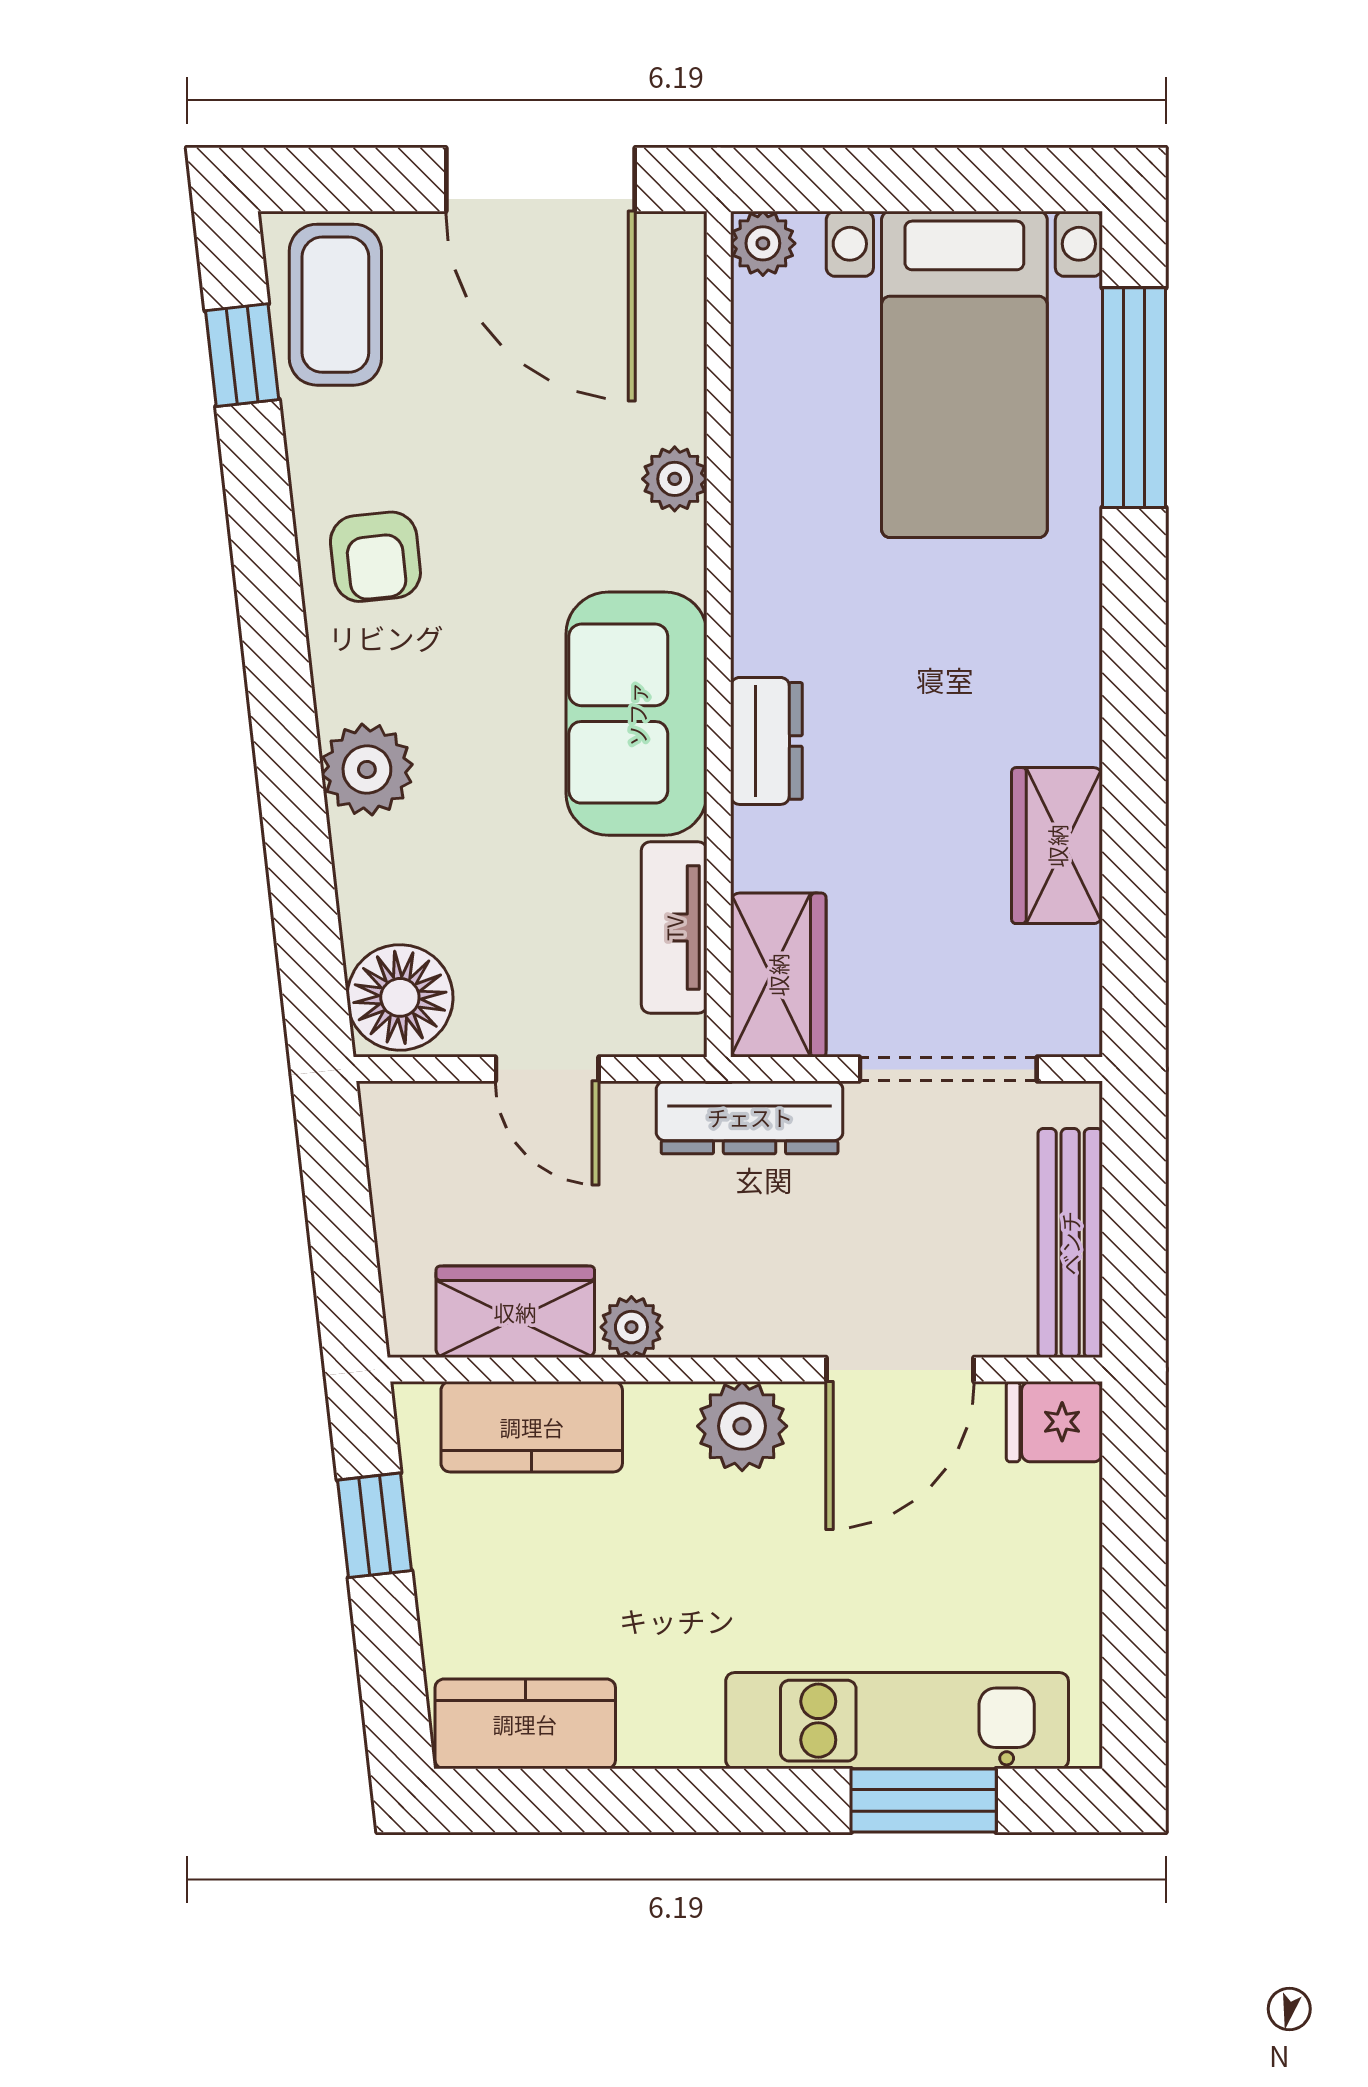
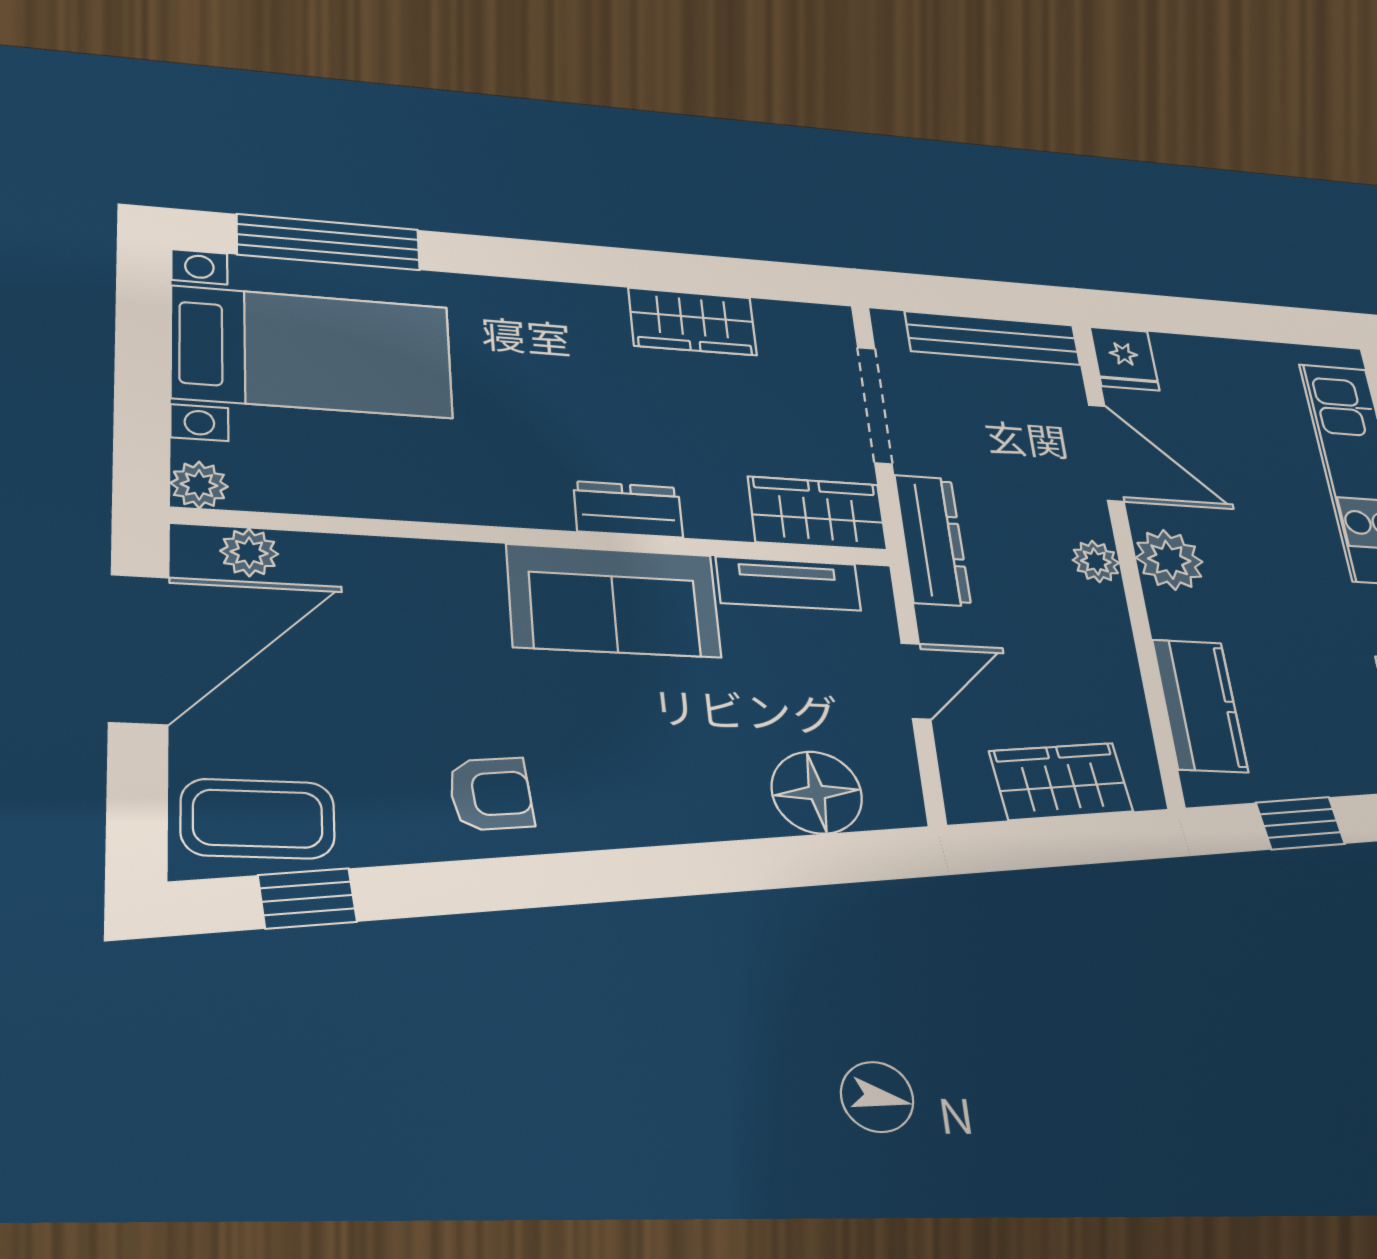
plant: (675, 479) -> (249, 552), moved
plant: (367, 769) -> (681, 807), removed
floor lamp: (400, 997) -> (817, 792), moved
wardrobe: (515, 1312) -> (1061, 781), moved, turned 84
plant: (631, 1327) -> (1096, 561), moved

